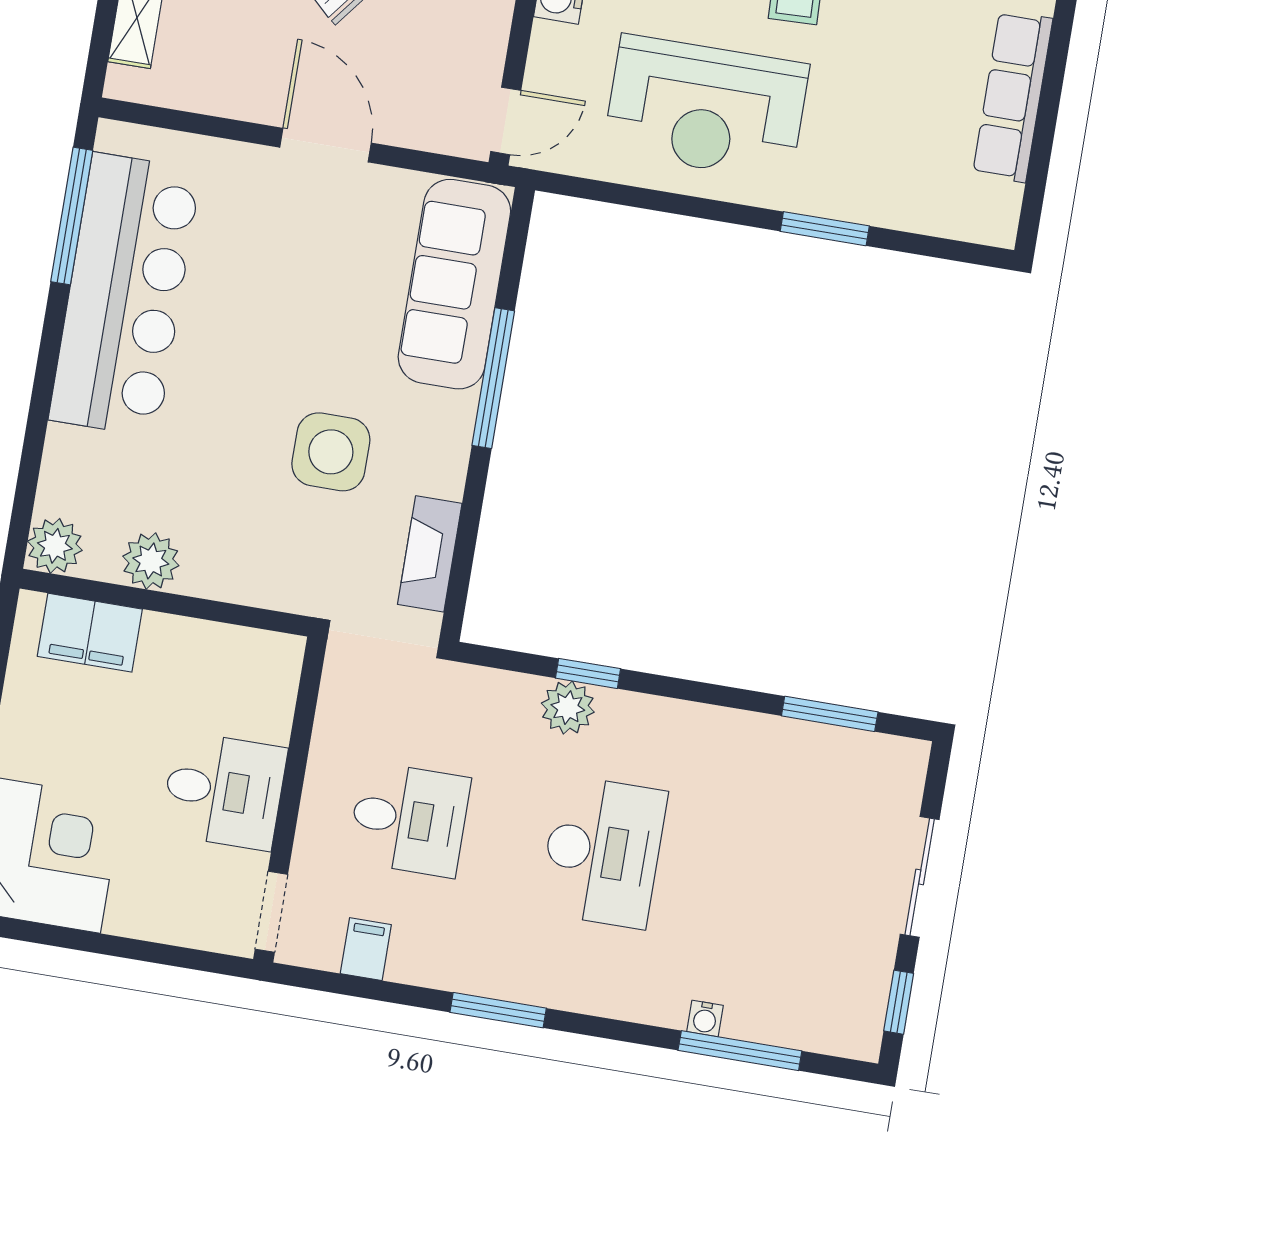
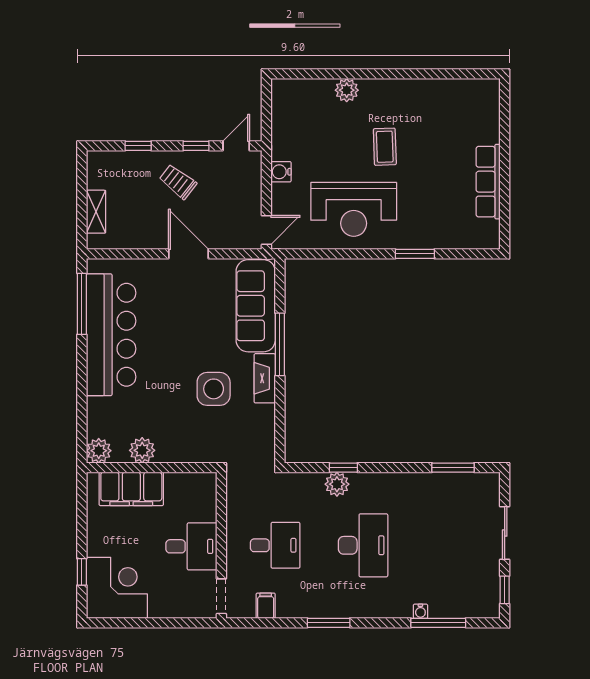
fireplace: (430, 554) -> (265, 378), moved
filing cabinet: (90, 633) -> (131, 489), width x1.50, depth x1.17

